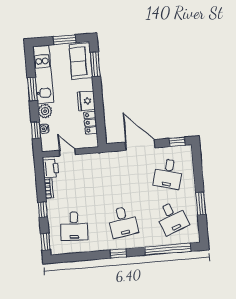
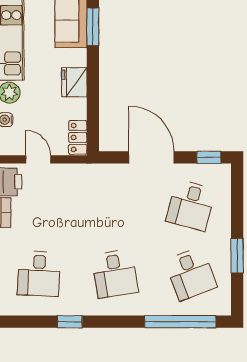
locker: (90, 123) -> (78, 137), moved
window: (118, 253) -> (70, 322), moved

